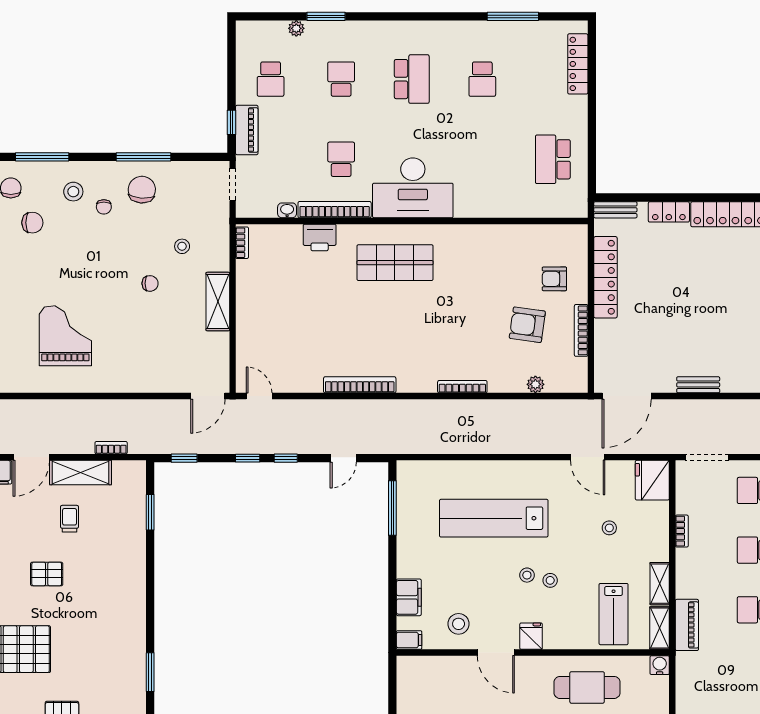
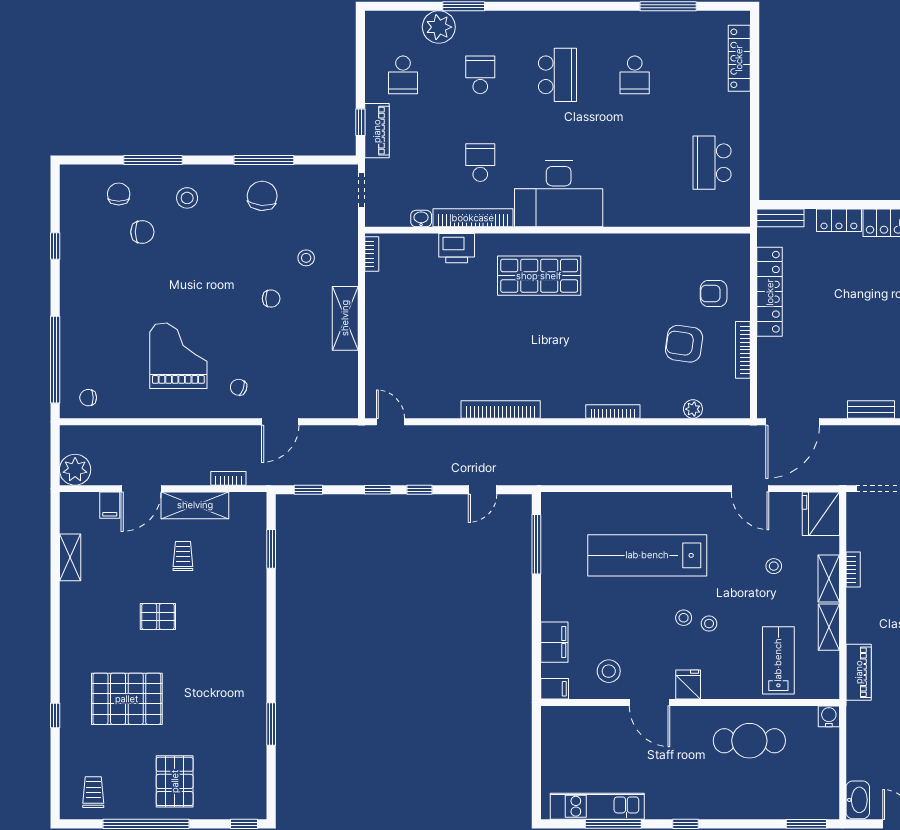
plant: (296, 28) -> (439, 27), width x1.87, depth x1.87
chair: (104, 207) -> (239, 387), moved, turned 109
door: (208, 396) -> (280, 422), moved
lab bench: (614, 614) -> (778, 660), turned 180
shelving: (660, 628) -> (829, 578), moved

